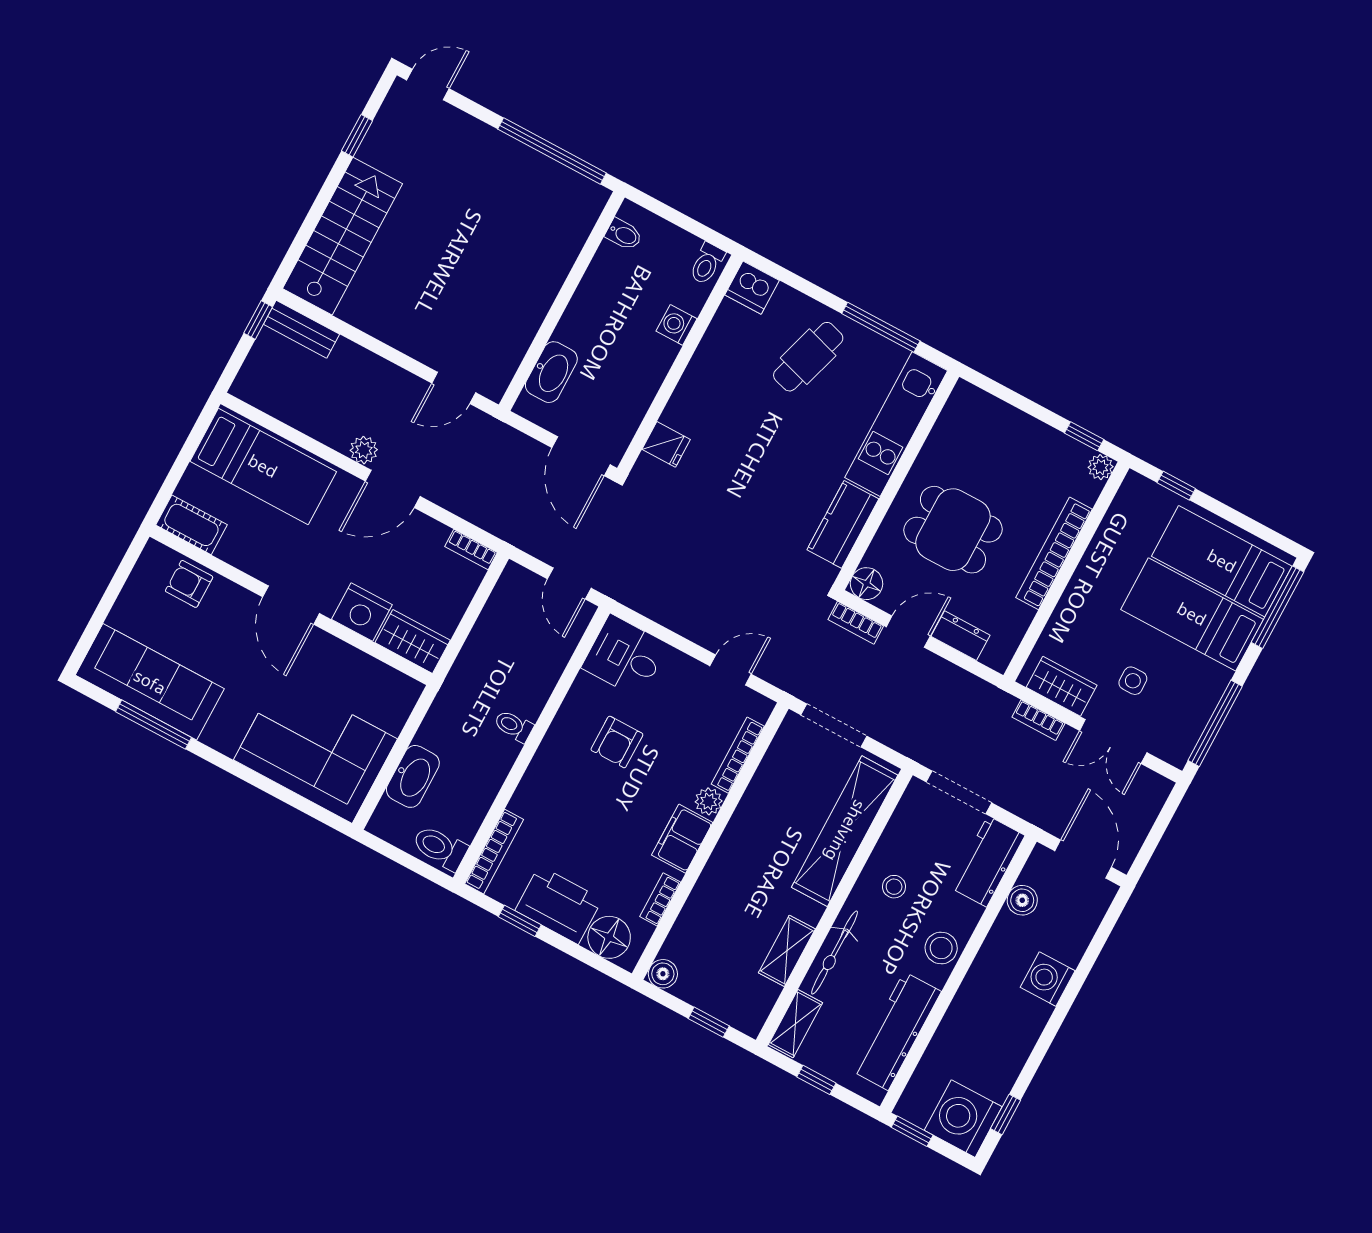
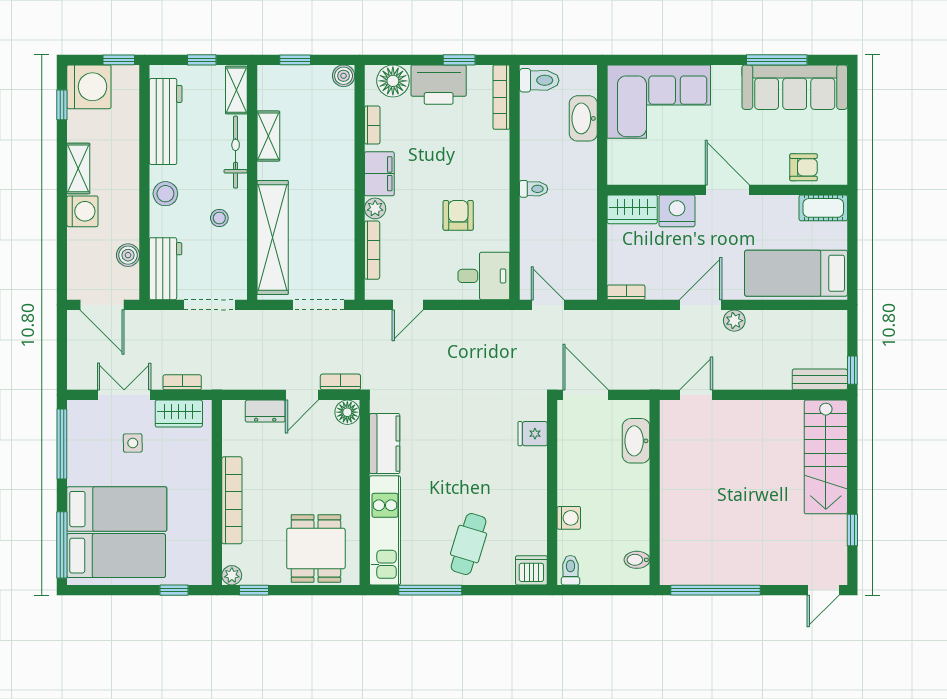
dining table: (953, 530) -> (316, 548), moved, turned 90
shelving: (1026, 1031) -> (78, 168), added

